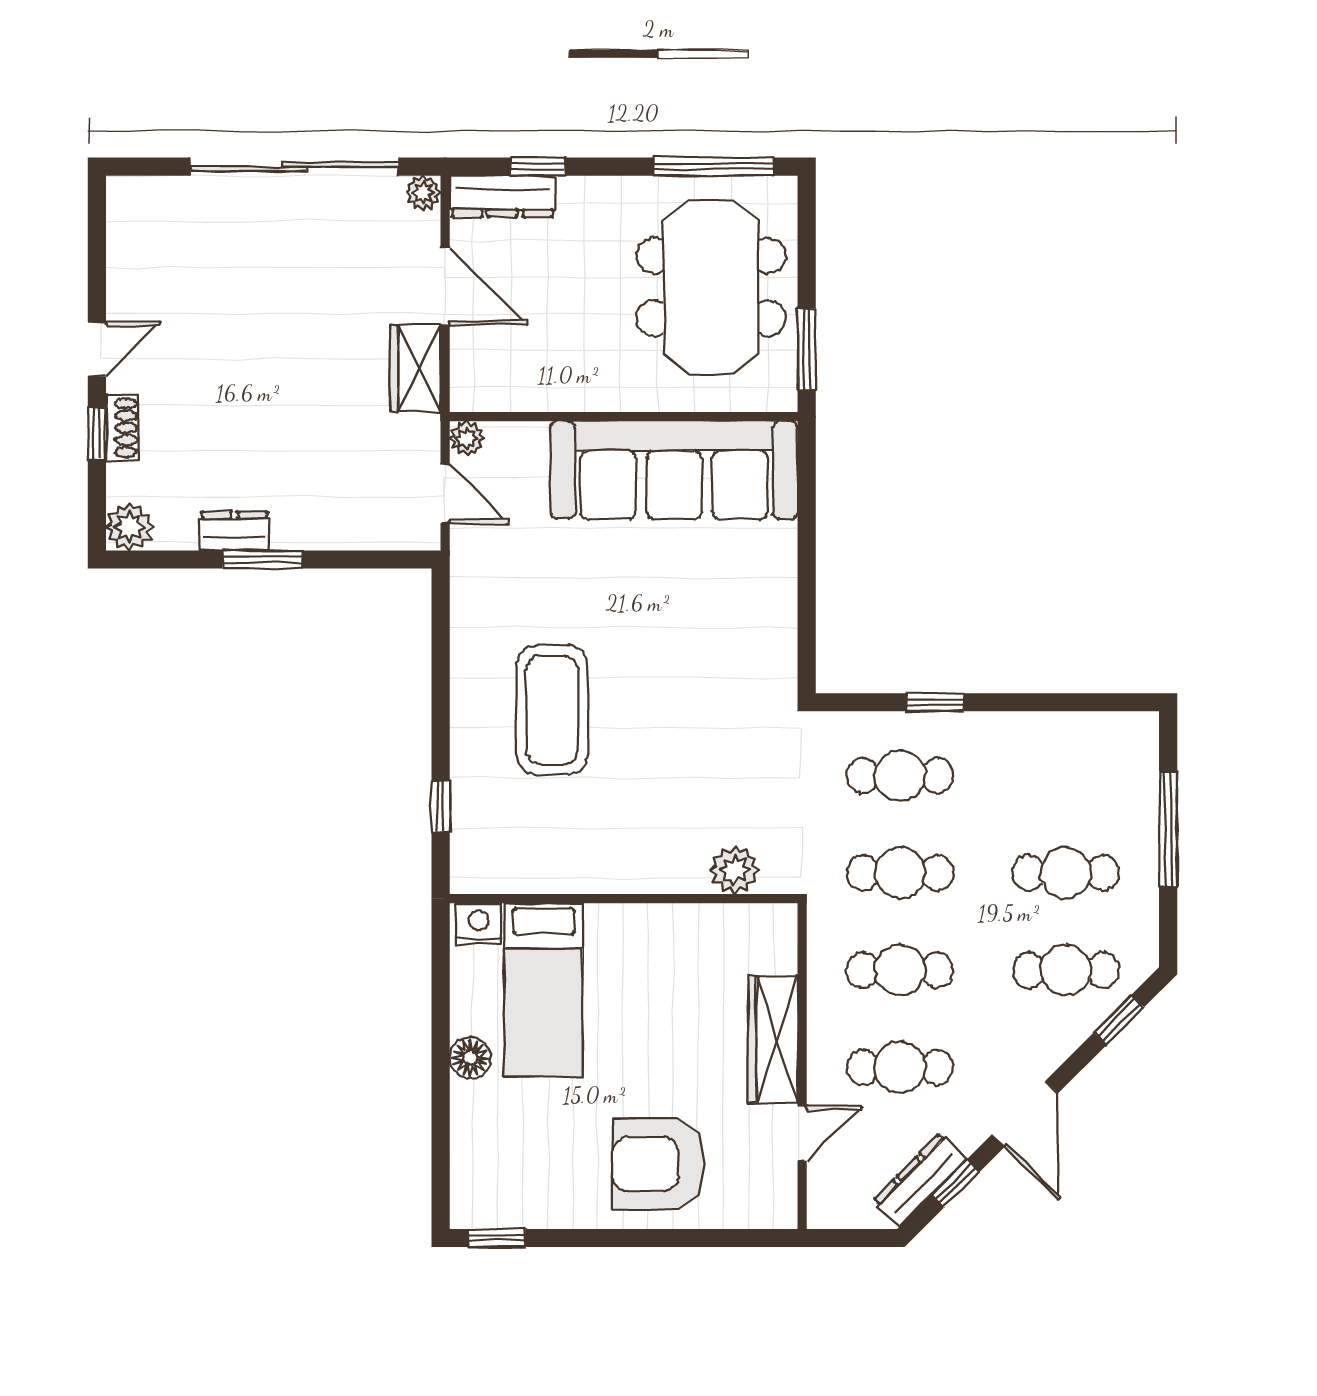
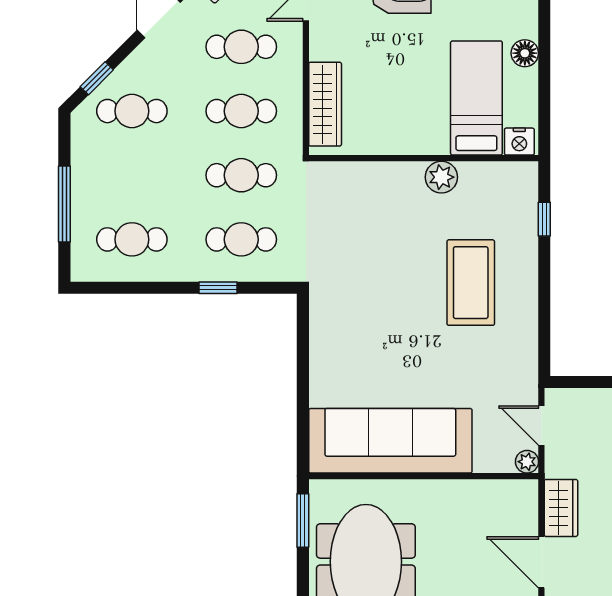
plant: (735, 870) -> (441, 177), moved
cafe table: (1066, 873) -> (132, 239), moved
wardrobe: (773, 1039) -> (325, 104), moved

